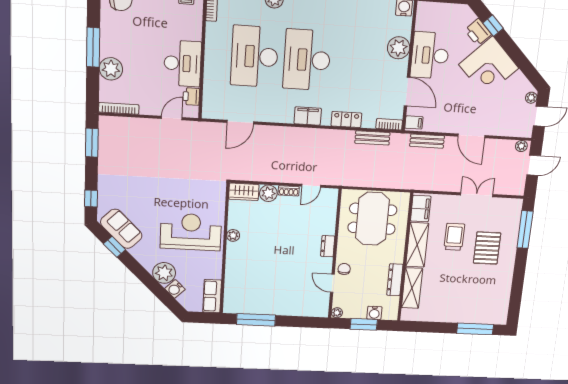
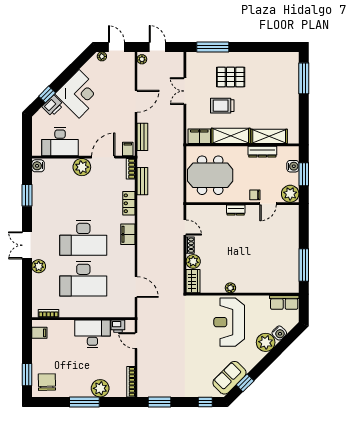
plant: (399, 48) -> (82, 167), moved
desk: (430, 55) -> (60, 142), moved
plant: (337, 313) -> (290, 194), width x1.88, depth x1.88

